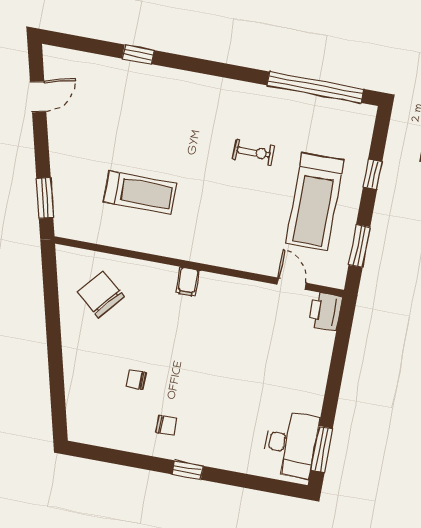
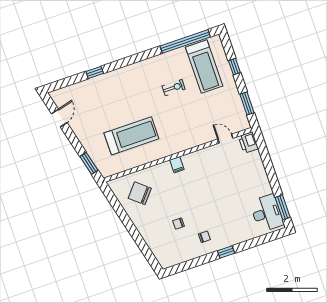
treadmill: (140, 192) -> (131, 136), width x1.37, depth x1.38
treadmill: (315, 202) -> (204, 67), moved

